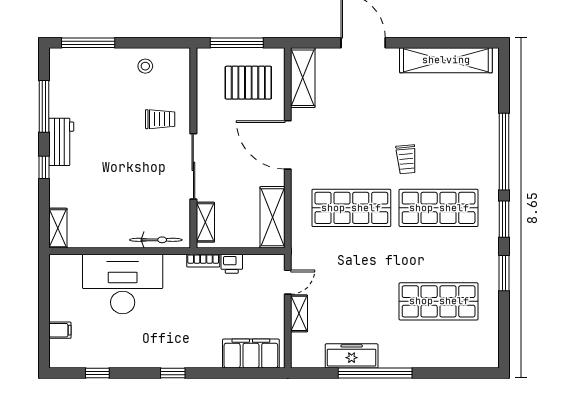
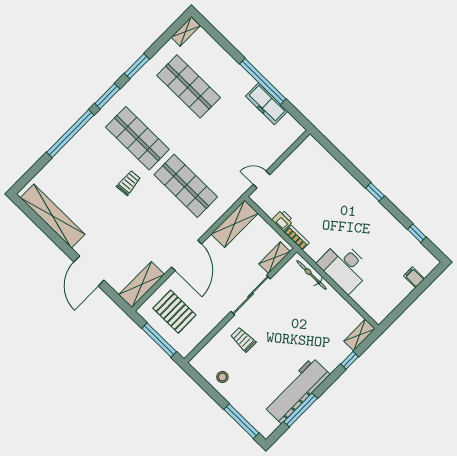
workbench: (61, 142) -> (297, 390), width x1.88, depth x1.32
window: (44, 167) -> (350, 360), moved
desk: (123, 284) -> (344, 267), width x0.73, depth x0.77
shelving: (299, 313) -> (186, 31), moved
filing cabinet: (251, 354) -> (321, 160), removed

